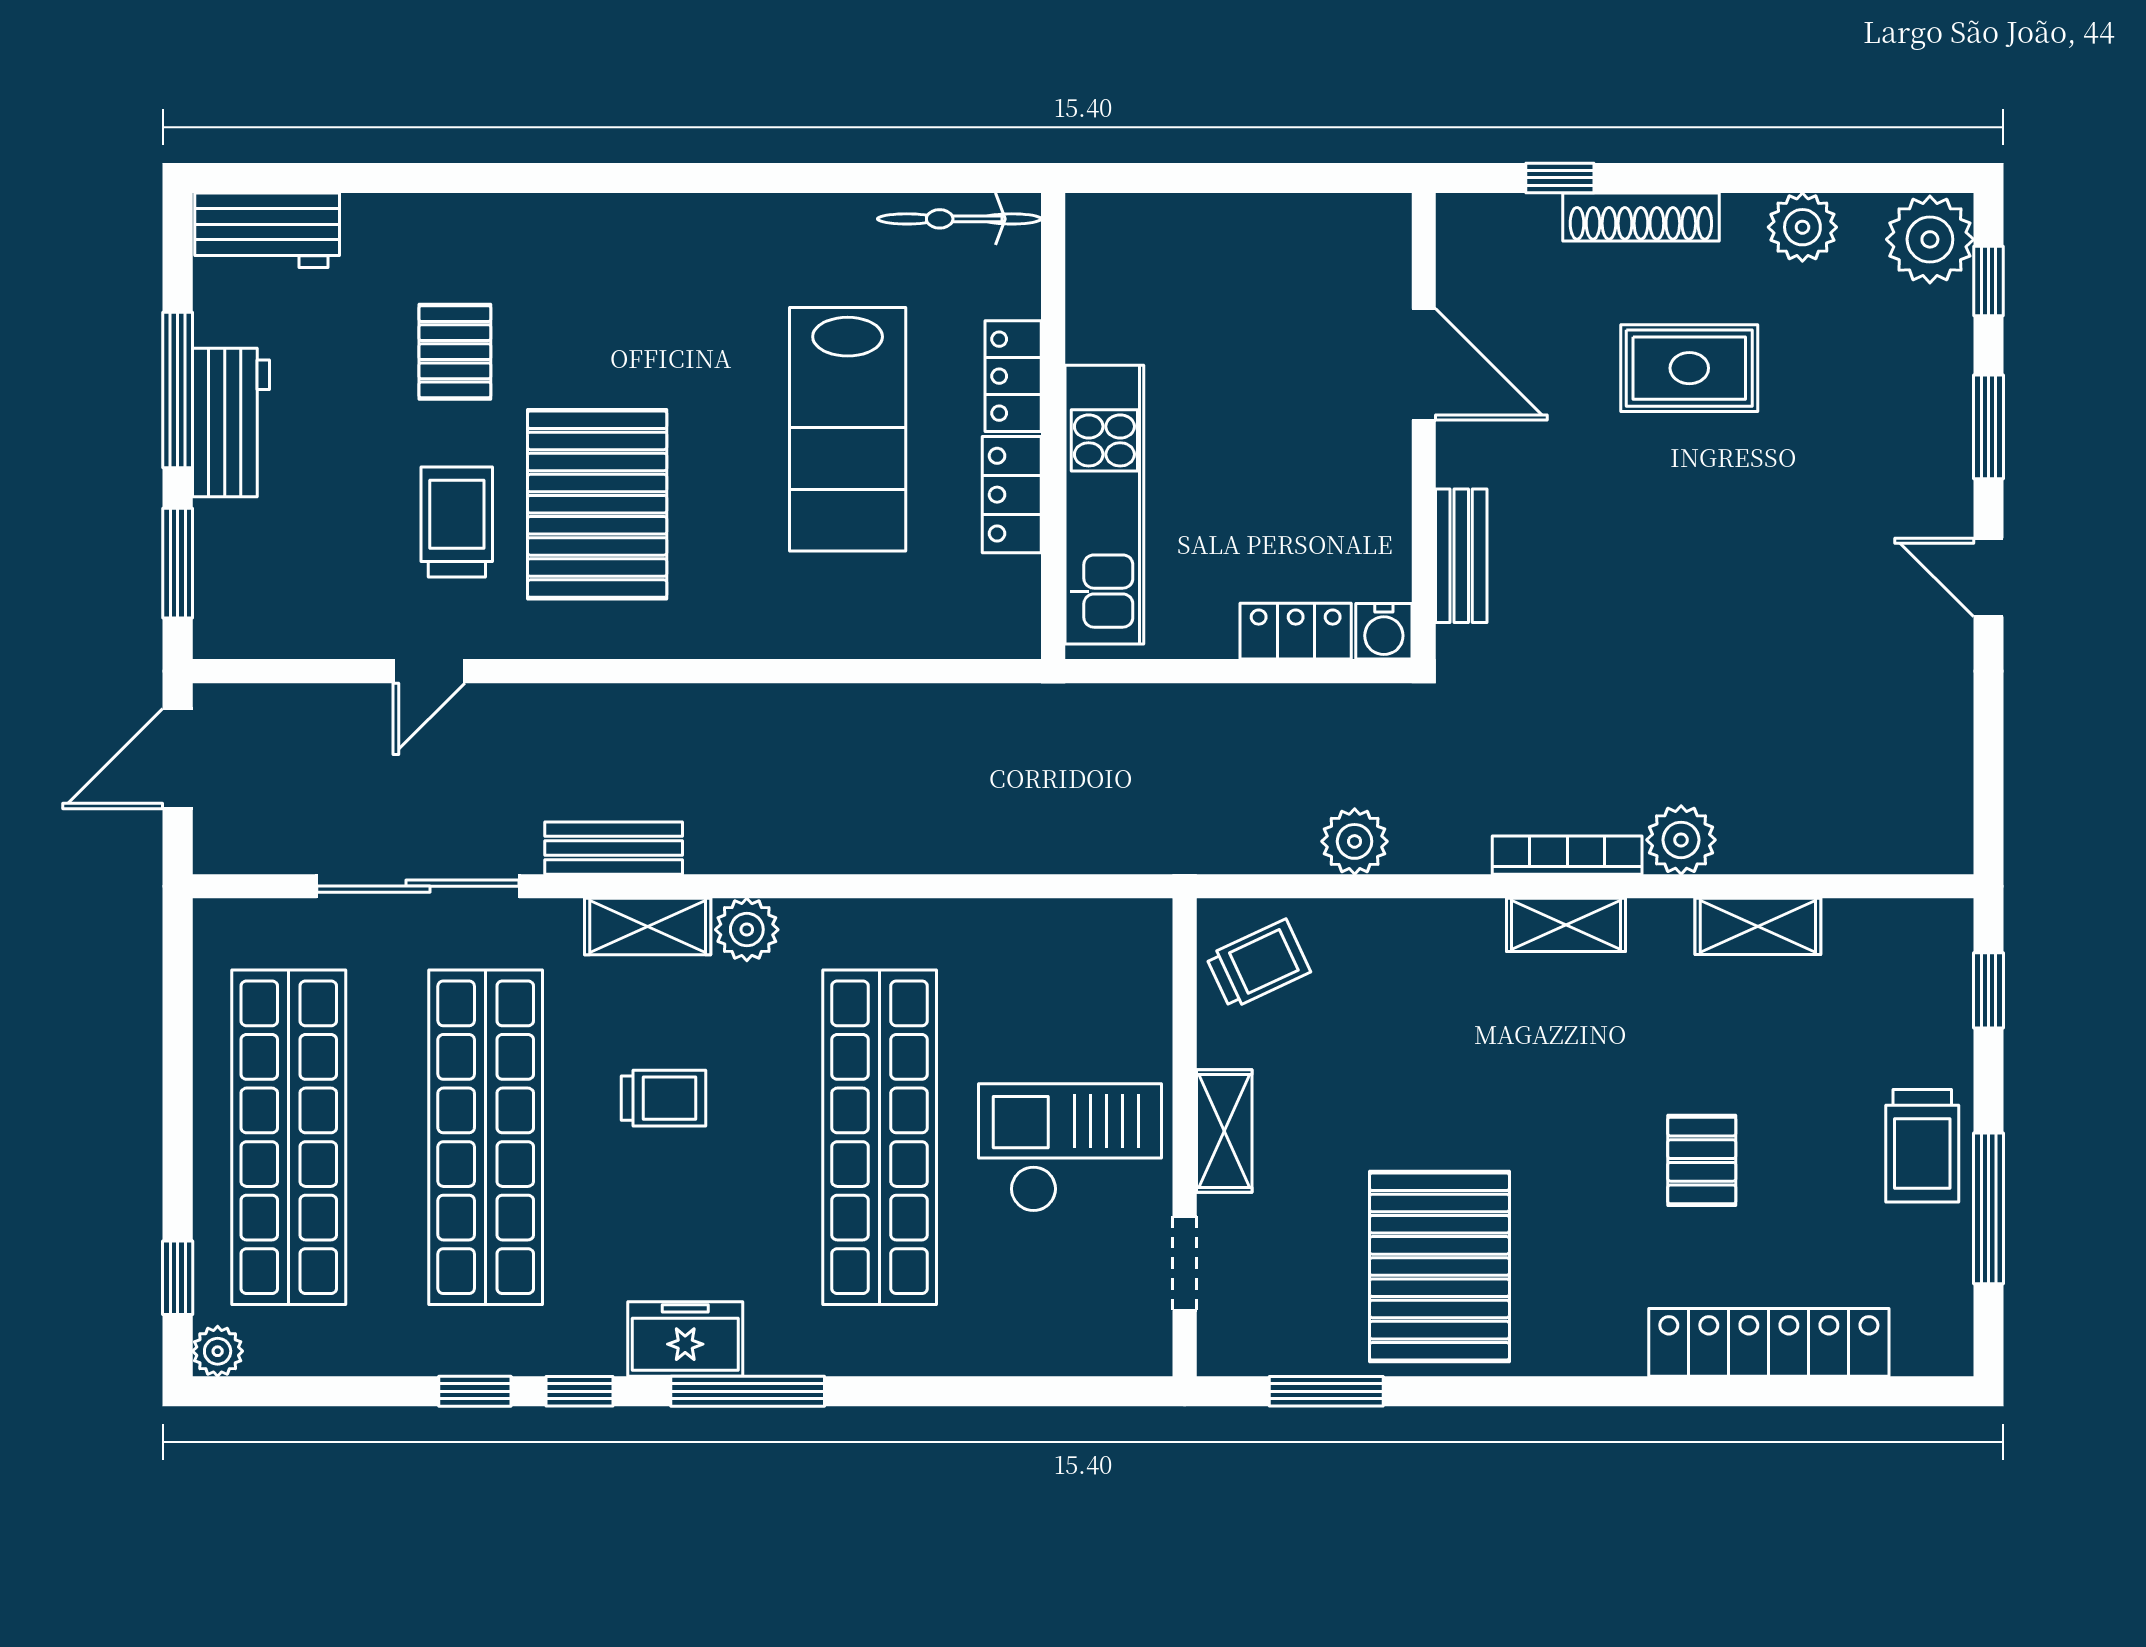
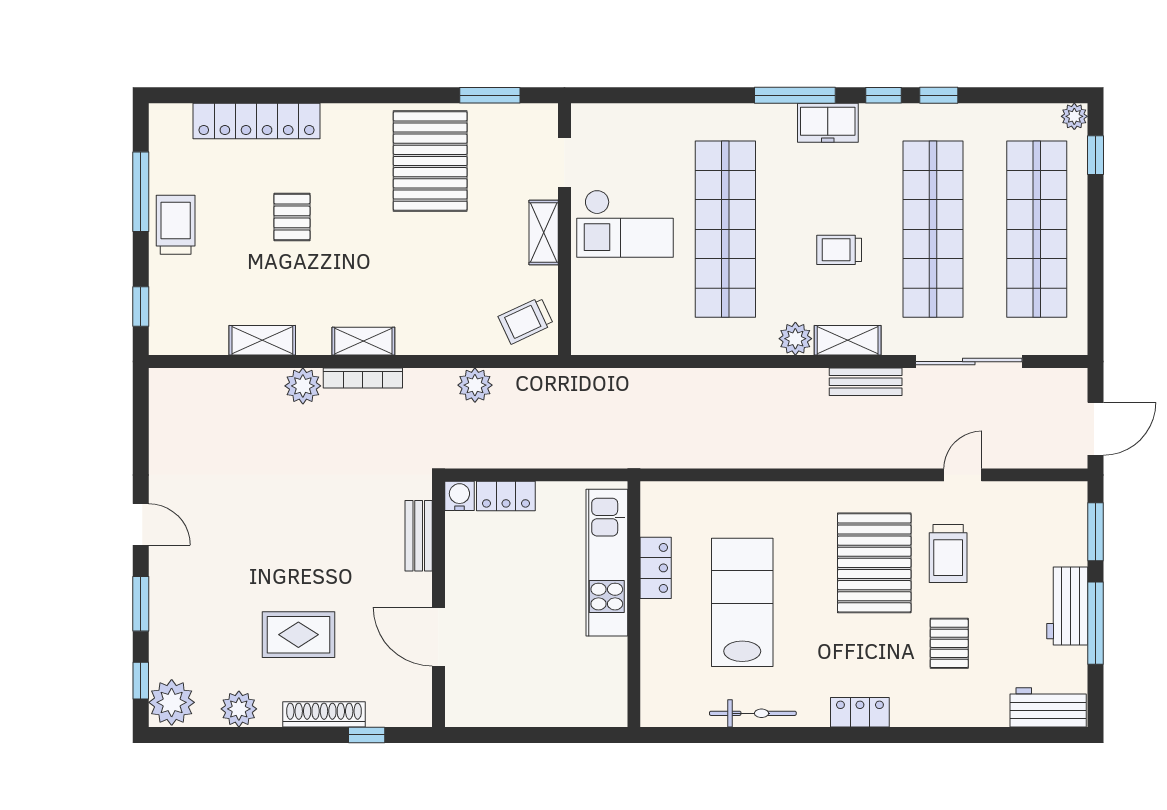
bicycle: (959, 219) -> (753, 713), moved
locker: (1013, 376) -> (860, 712), moved, turned -90

